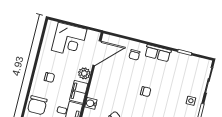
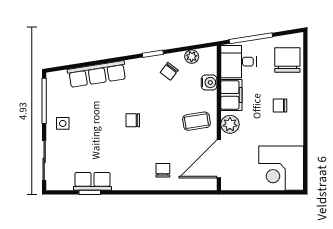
corner desk: (69, 40) -> (281, 168), moved, turned -90
row of seats: (158, 53) -> (93, 181), moved
coffee table: (105, 81) -> (196, 121), added

